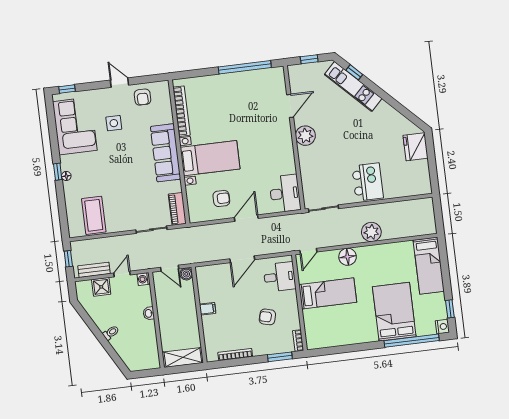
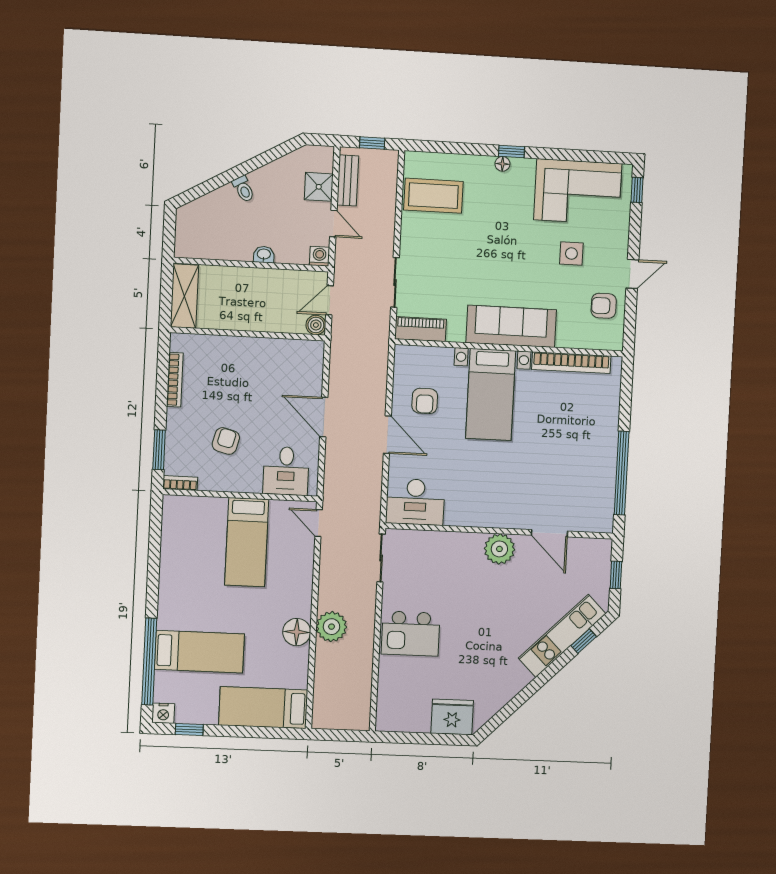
floor lamp: (348, 257) -> (297, 632), moved
filing cabinet: (208, 309) -> (255, 349), removed
bed: (394, 312) -> (199, 652), width x0.67

